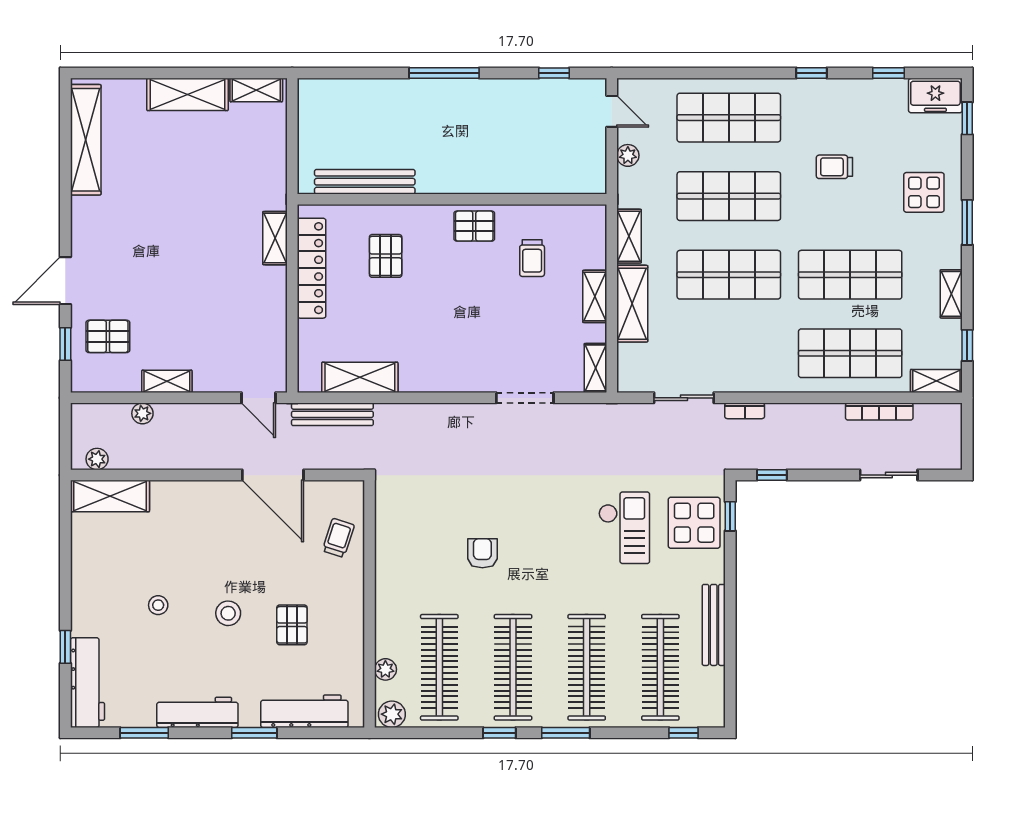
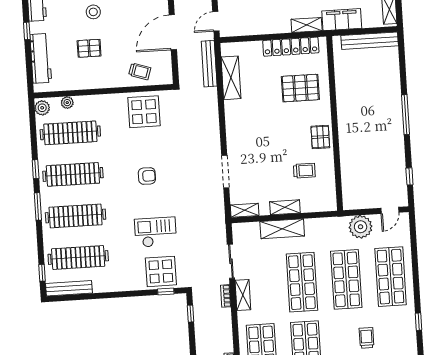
plant: (628, 155) -> (361, 227), width x1.87, depth x1.87
filing cabinet: (269, 175) -> (342, 20), added
bench: (365, 182) -> (370, 41), moved, turned 90
shelving: (629, 236) -> (243, 295), moved, turned 90
pallet: (386, 256) -> (300, 88), width x1.50, depth x1.42
trolley: (532, 258) -> (304, 171), turned 180
checkout: (624, 528) -> (156, 232), turned 180
display table: (410, 535) -> (144, 112), added
armchair: (482, 553) -> (147, 176), moved
bench: (714, 625) -> (69, 288), moved
window: (254, 733) -> (27, 31), width x0.67

